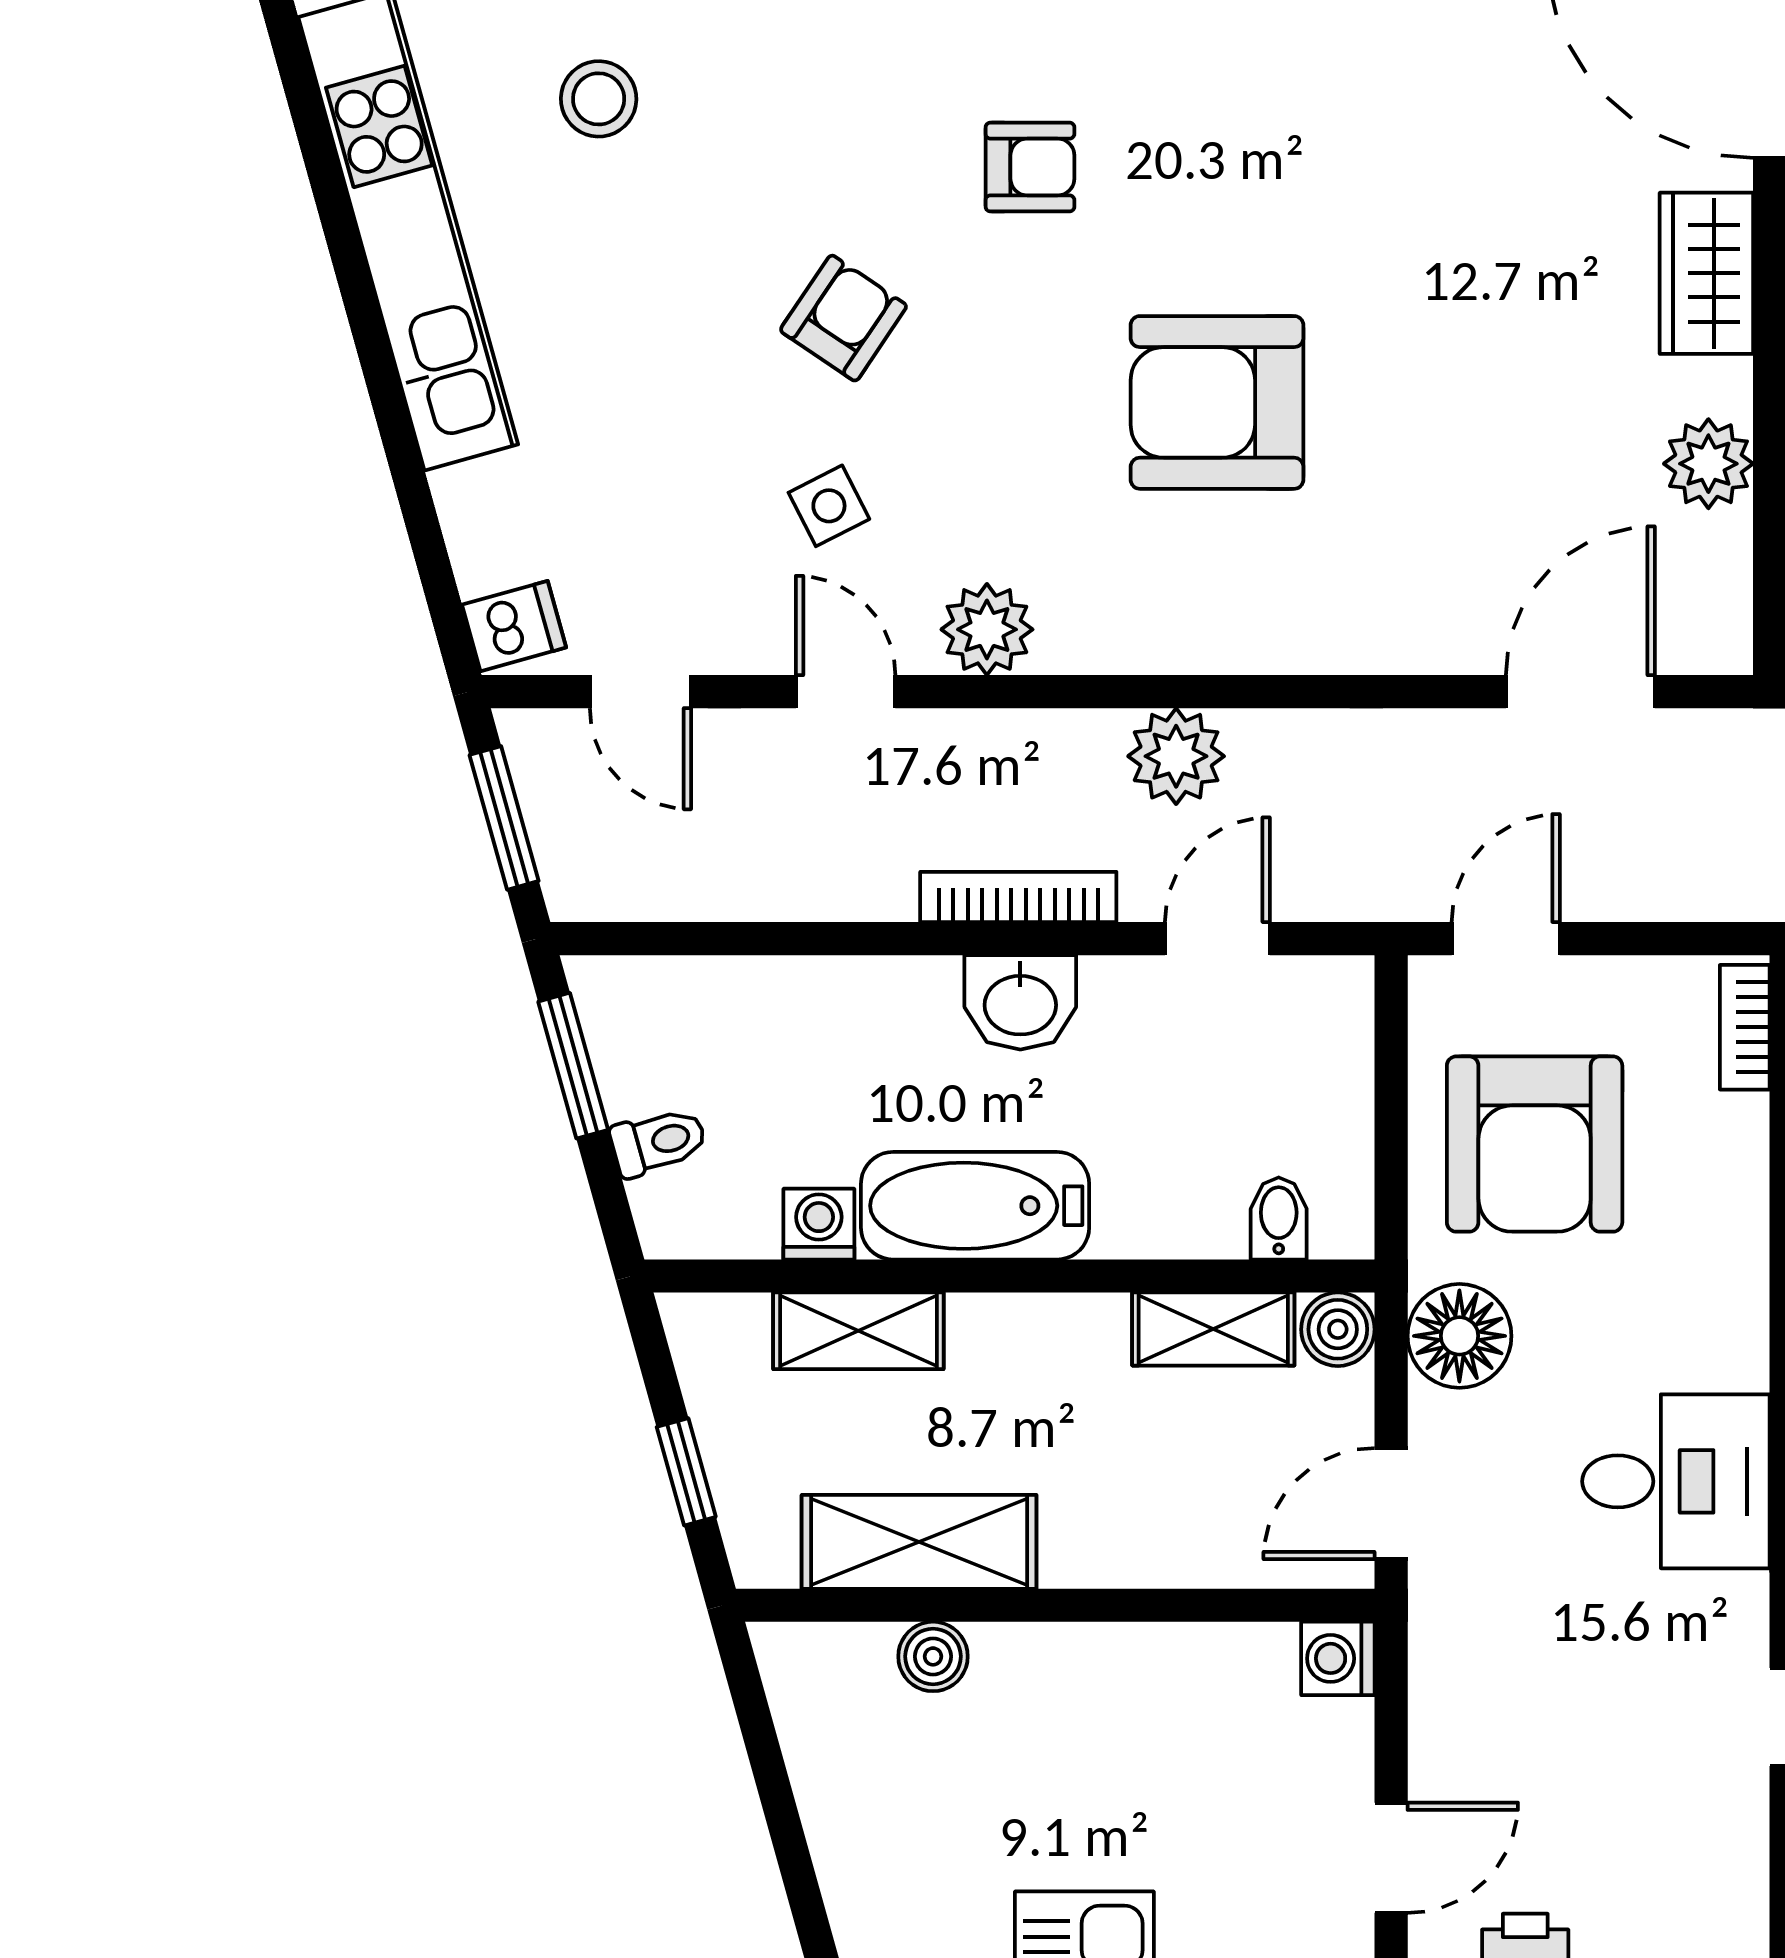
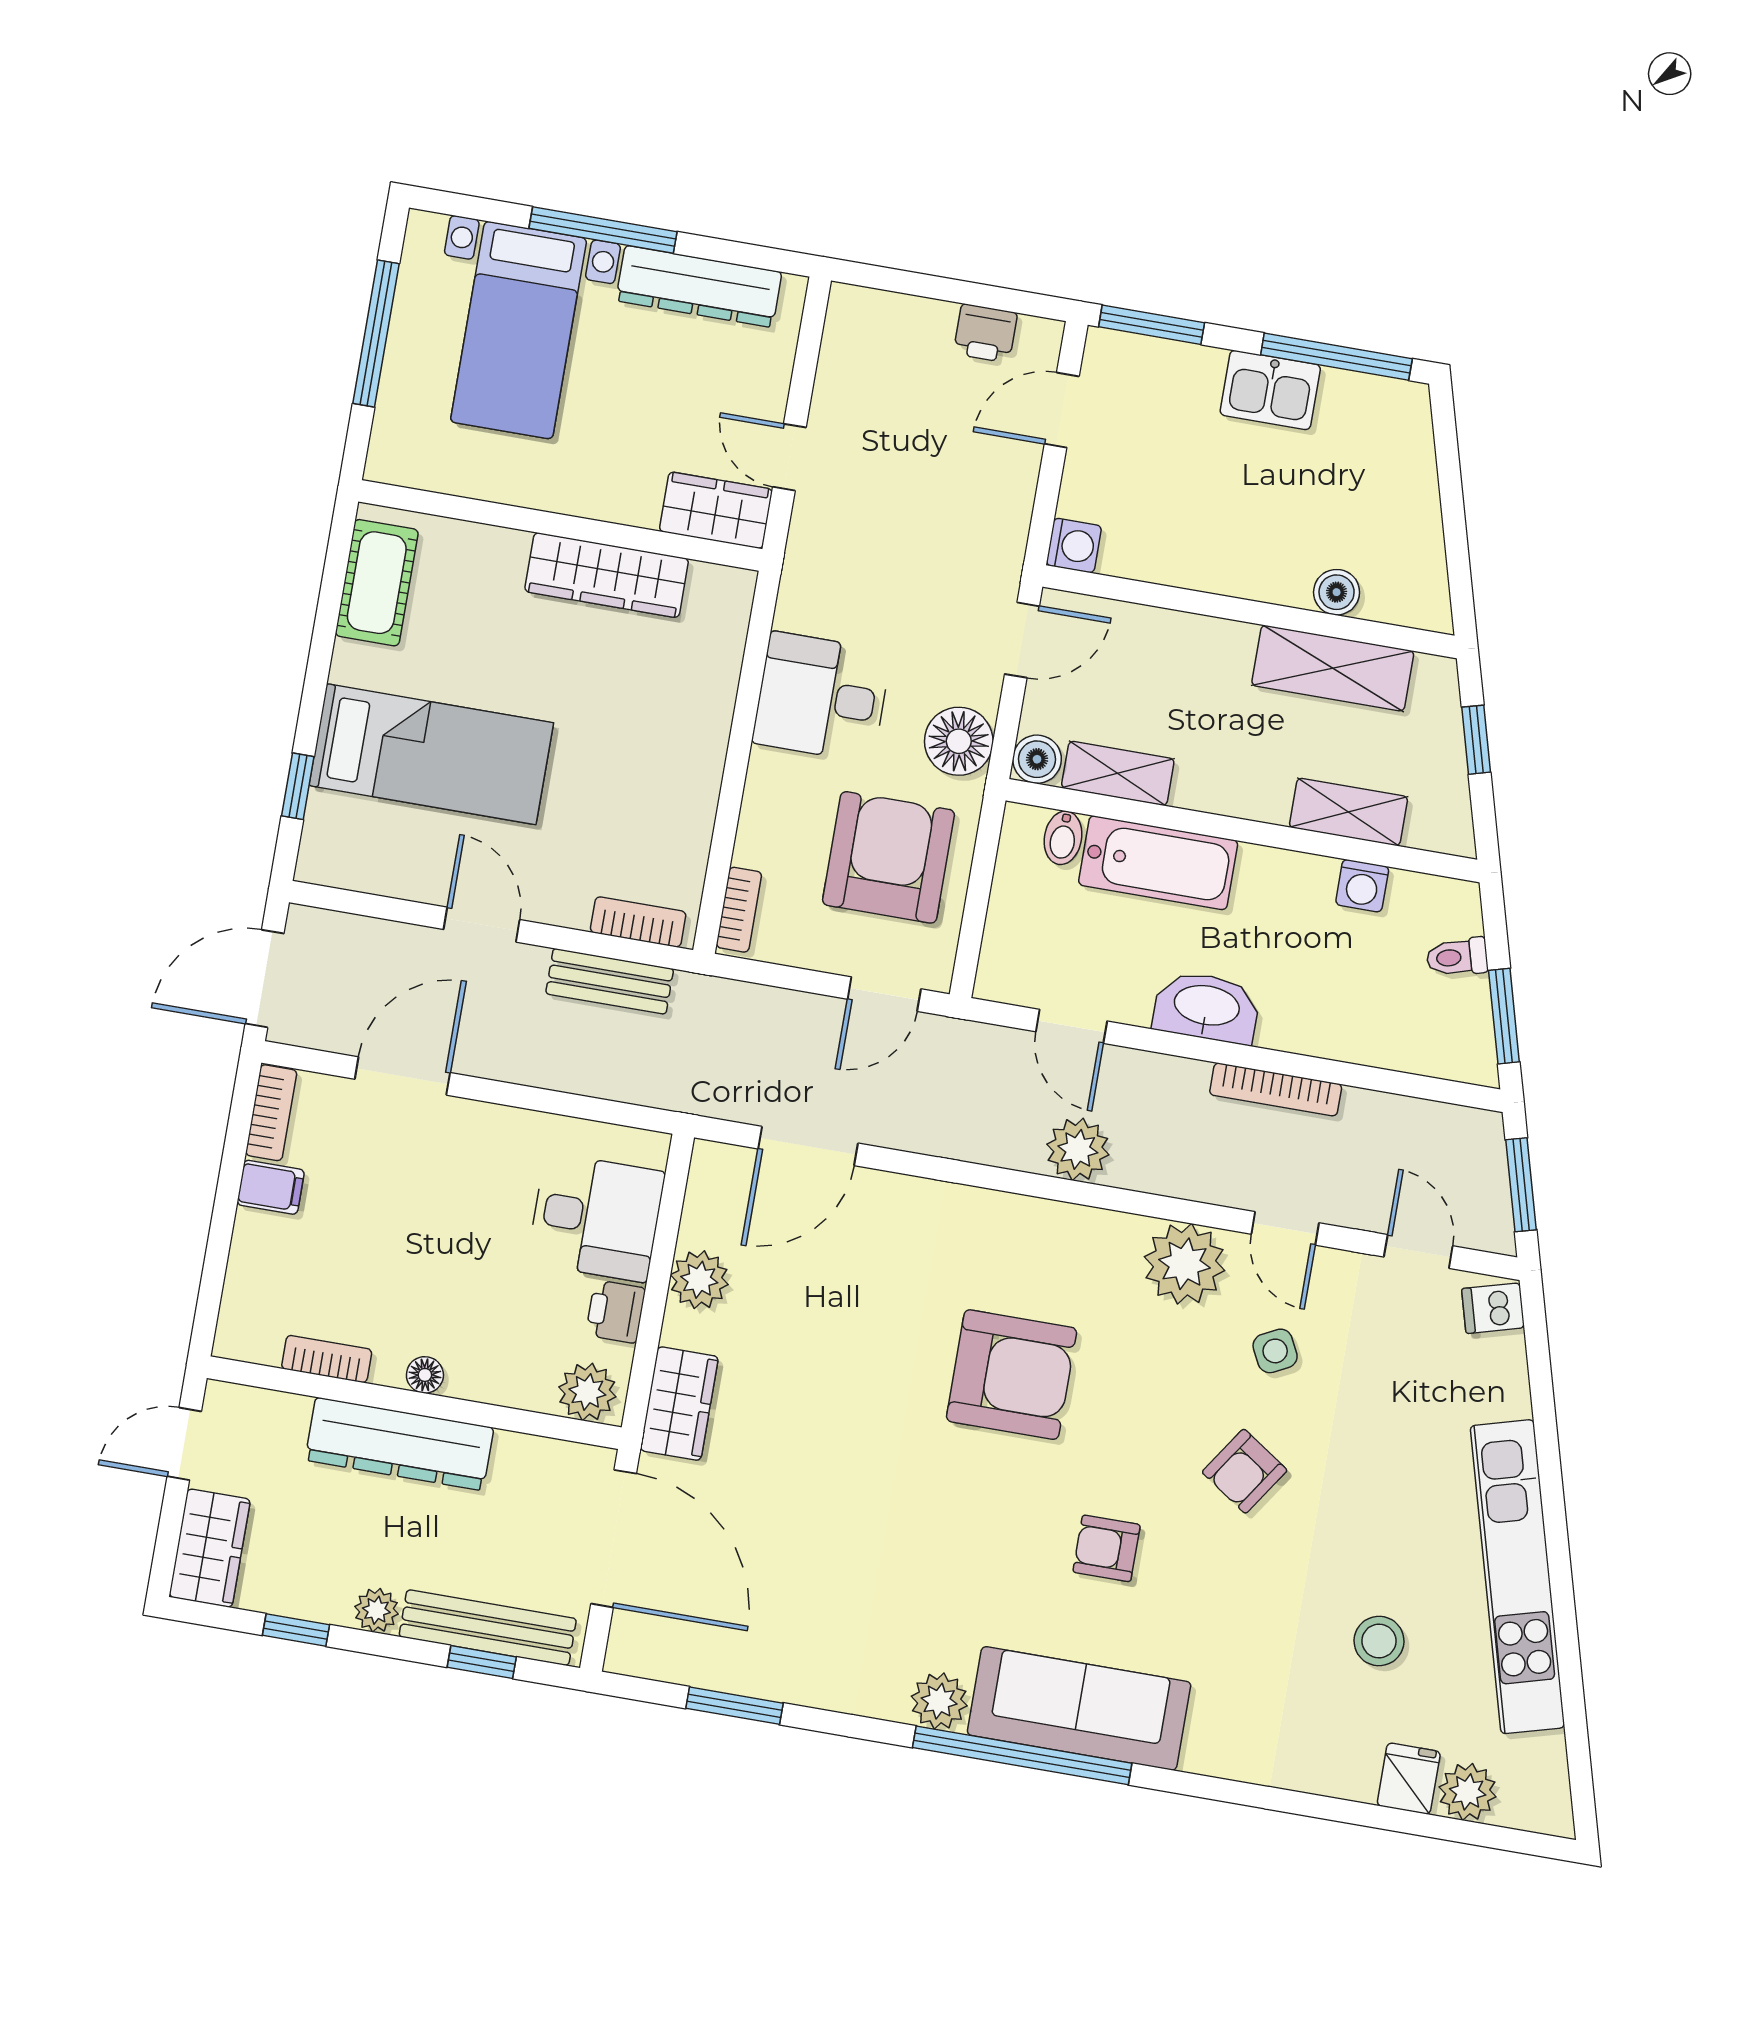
plant: (987, 629) -> (1185, 1264), width x1.36, depth x1.36
bookcase: (1018, 897) -> (1276, 1089), moved
door: (1217, 939) -> (1071, 1026), hinge flipped
washbasin: (1020, 1002) -> (1207, 1007), width x1.38
bathtub: (975, 1206) -> (1158, 863), moved
desk: (1676, 1481) -> (822, 697), moved

